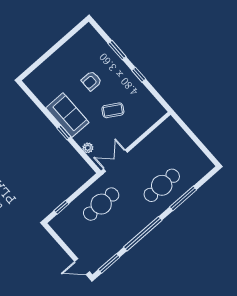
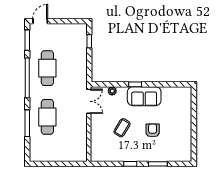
cafe table: (101, 204) -> (47, 68), moved

